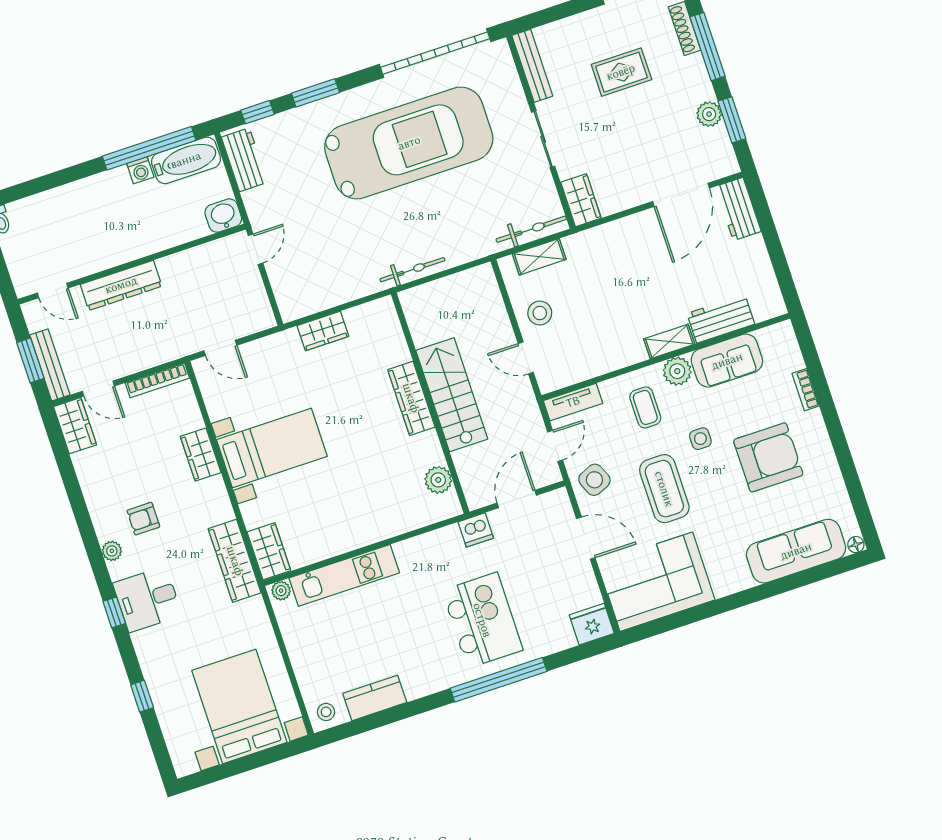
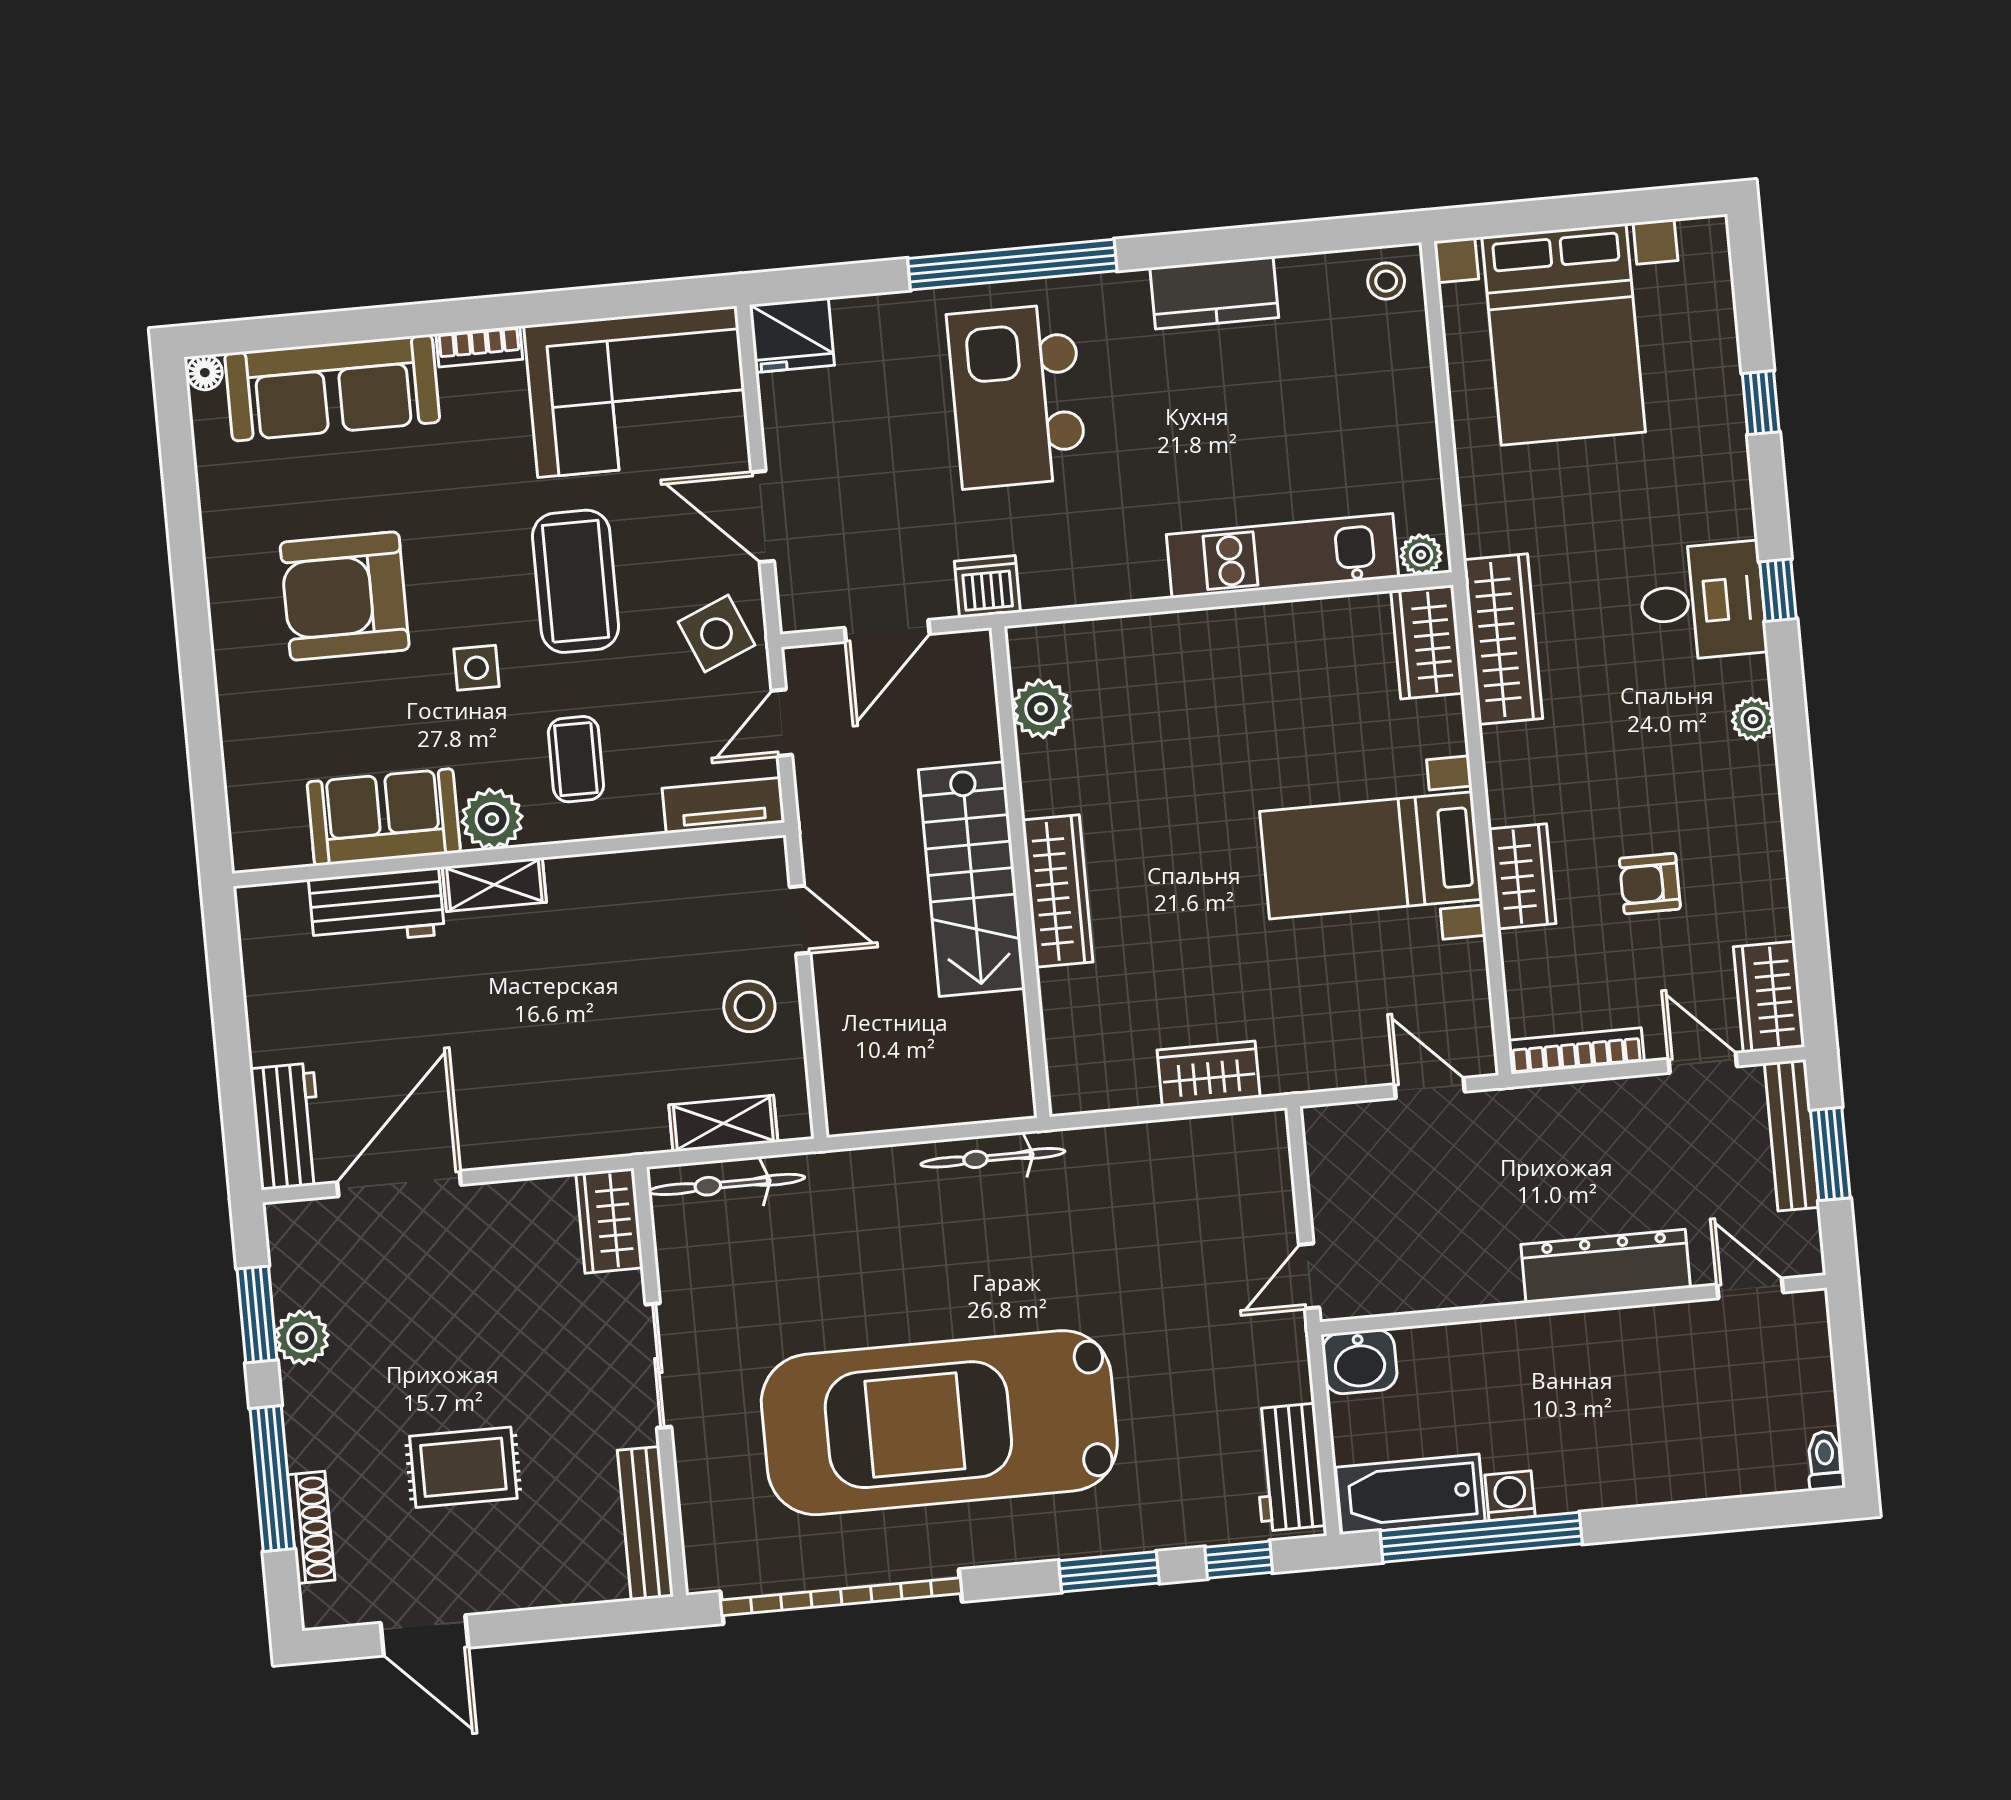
bookcase: (806, 390) -> (479, 347), moved, turned 90
armchair: (143, 519) -> (1650, 884), moved, turned 180
kitchen counter: (375, 698) -> (1214, 293), moved

